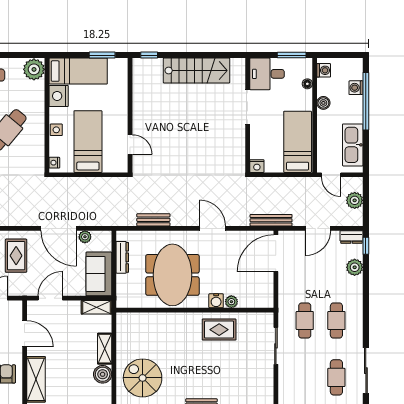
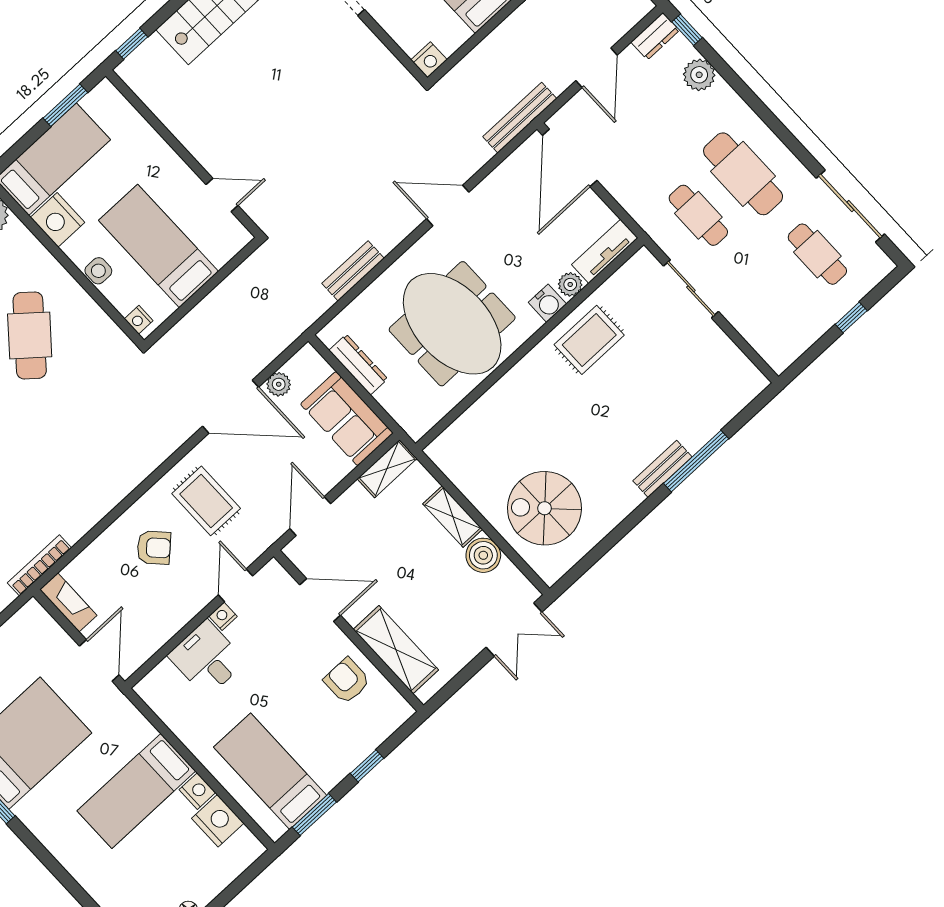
tv unit: (256, 301) -> (605, 251), added
cafe table: (336, 321) -> (743, 174), width x1.37, depth x1.35

